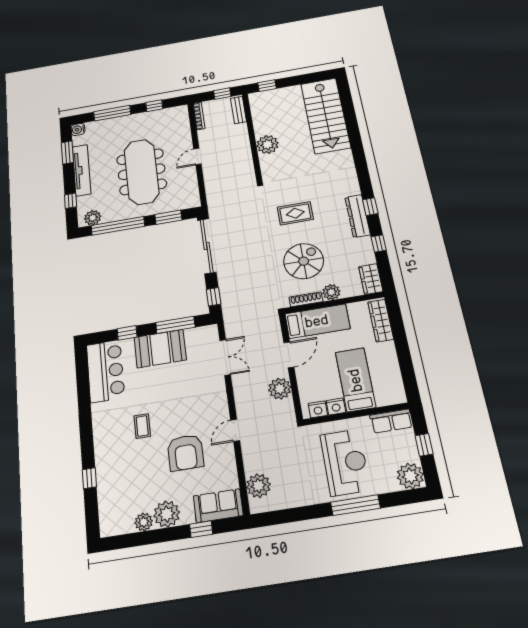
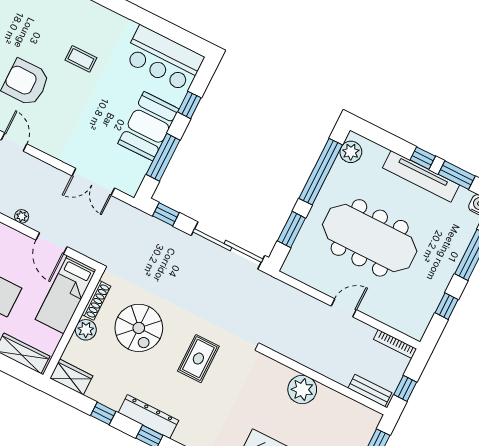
door: (197, 156) -> (344, 308), hinge flipped
window: (71, 201) -> (423, 158), moved
plant: (280, 389) -> (22, 216), width x0.53, depth x0.53

